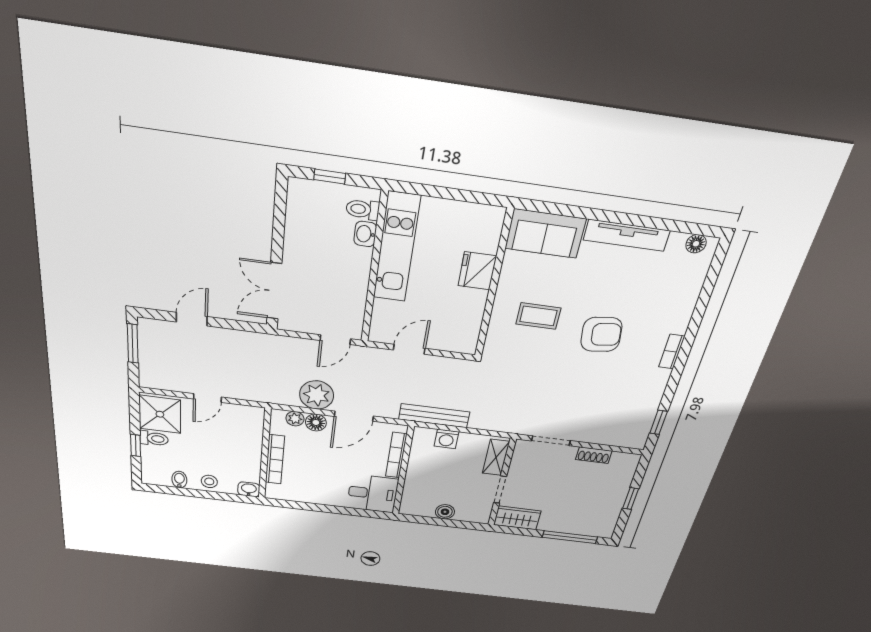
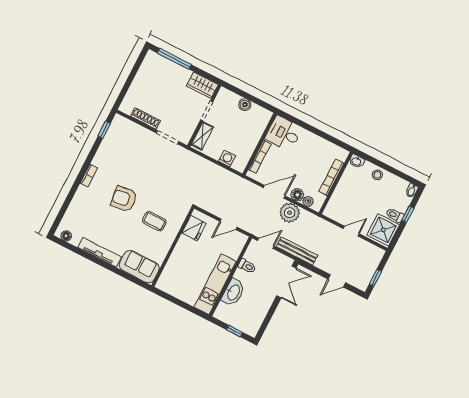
toilet: (363, 209) -> (247, 266), moved
washbasin: (365, 234) -> (233, 292), width x1.91, depth x1.45
fridge: (477, 271) -> (194, 228), moved
window: (133, 344) -> (375, 278), width x0.67
bench: (434, 416) -> (297, 251), moved
shoe rack: (594, 455) -> (146, 119), width x1.43
bidet: (179, 480) -> (412, 191), moved
window: (631, 499) -> (131, 78), removed

